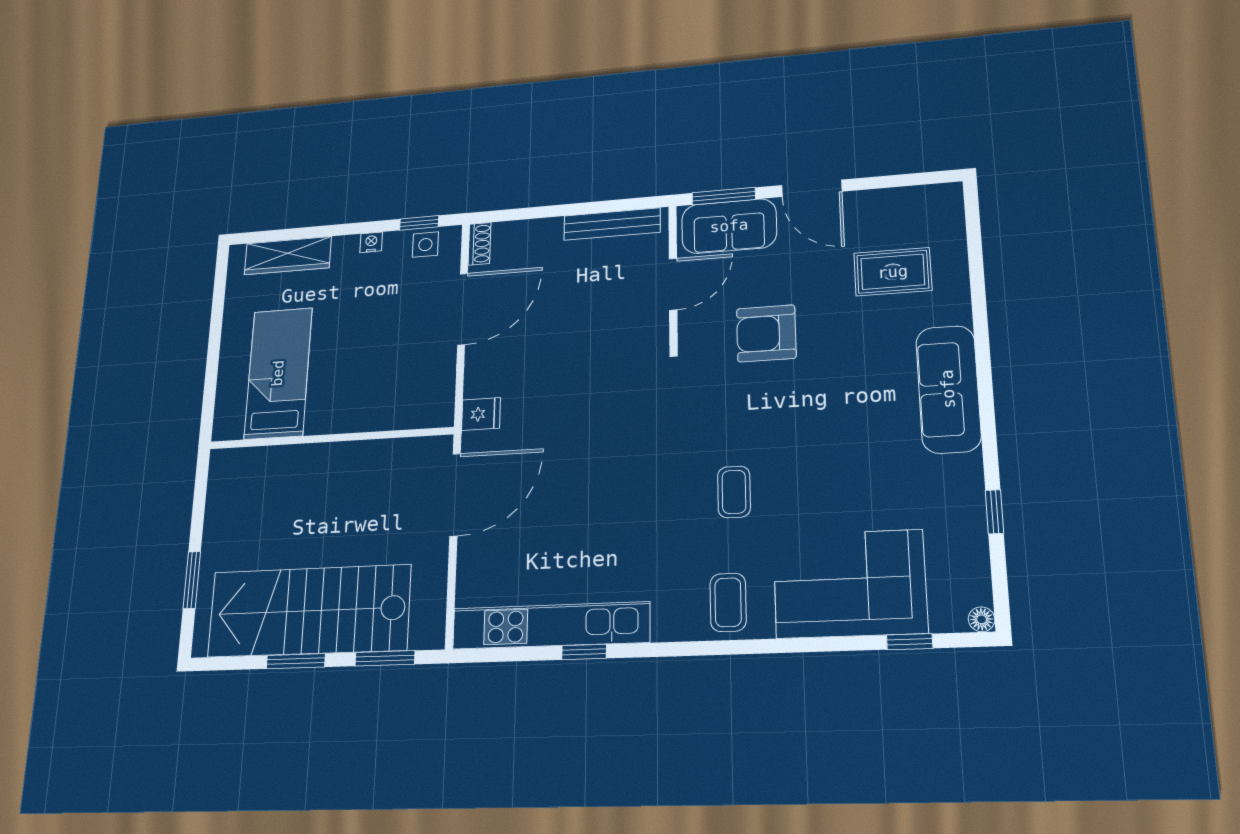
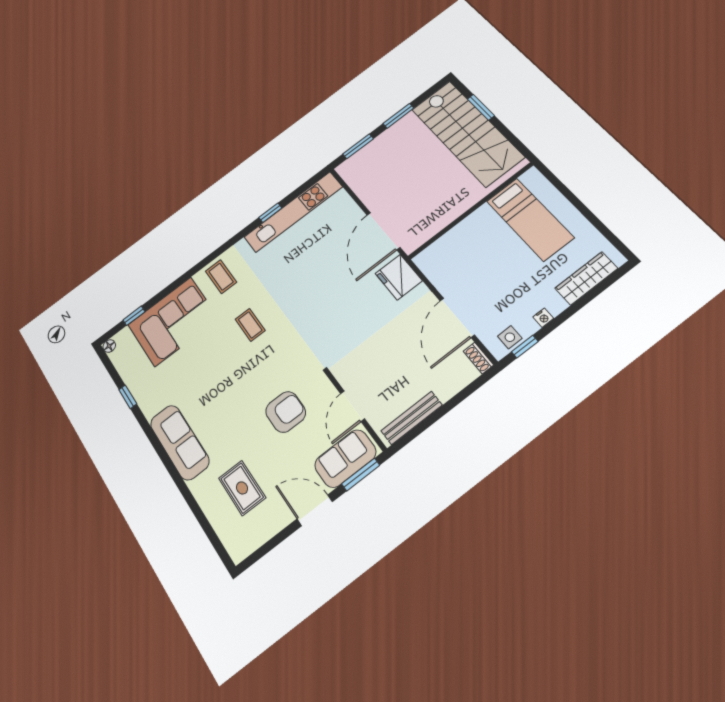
rug: (893, 272) -> (242, 488), turned 90
fridge: (481, 414) -> (399, 277), width x1.88, depth x1.34
stairs: (309, 611) -> (467, 133), moved, turned 90

